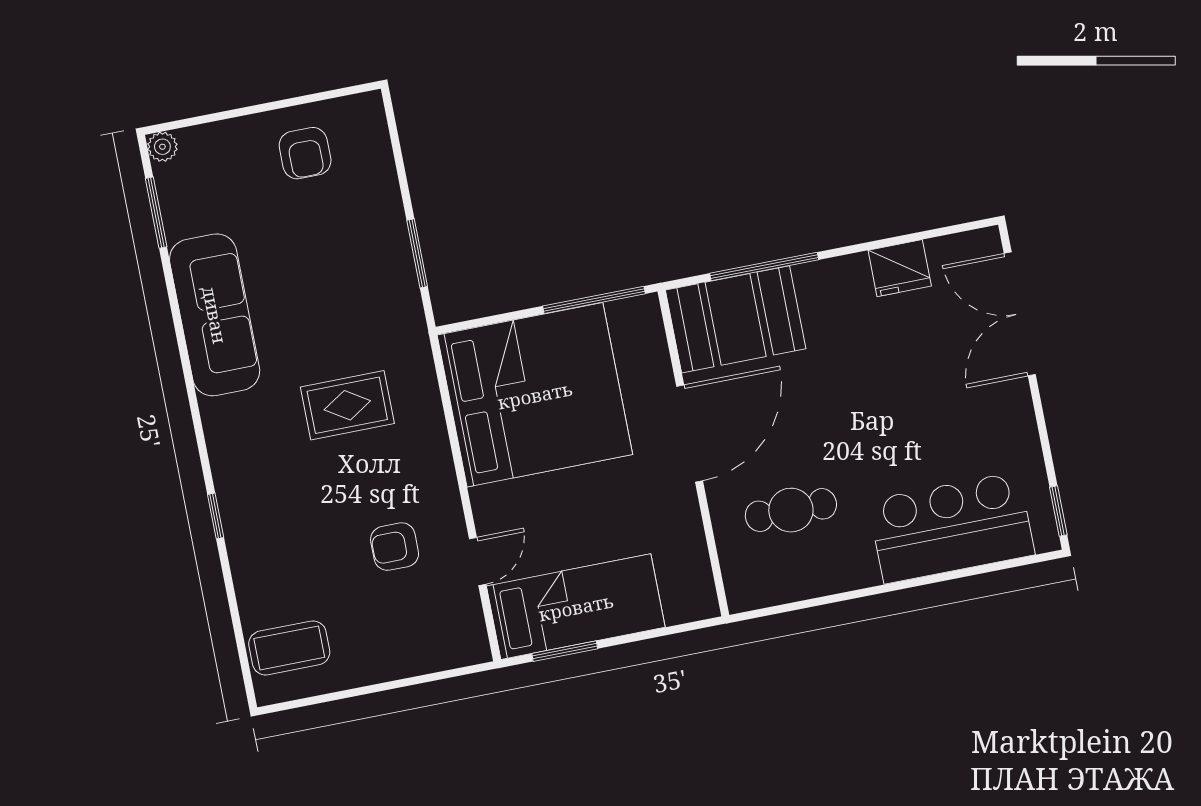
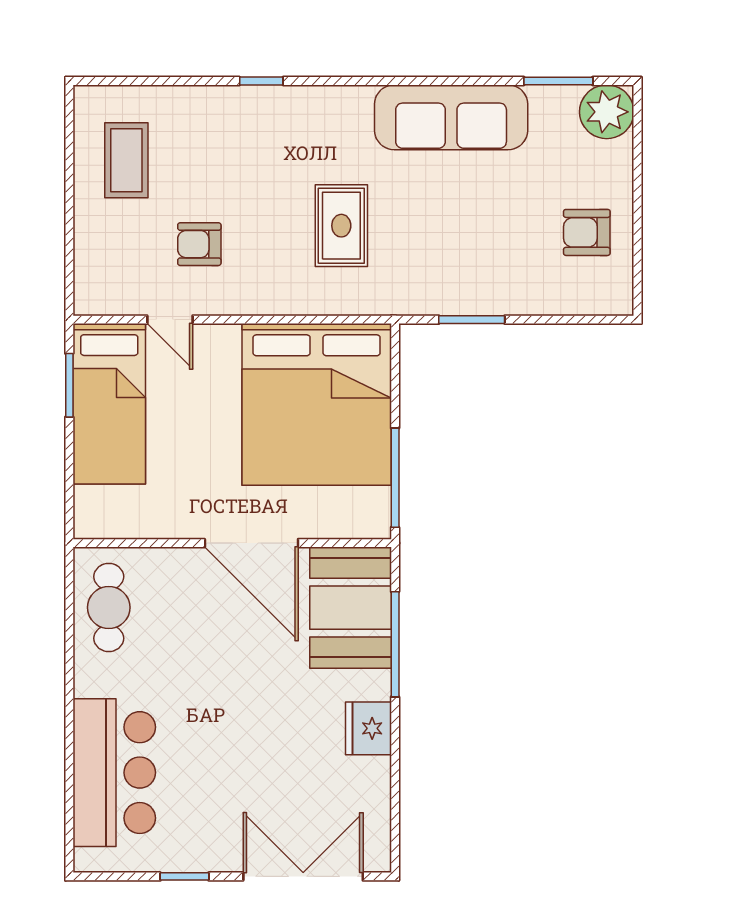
plant: (162, 147) -> (607, 112), width x1.88, depth x1.88
fridge: (900, 268) -> (368, 728), moved
cafe table: (791, 510) -> (109, 607), moved
window: (1058, 511) -> (184, 876), moved
armchair: (395, 547) -> (199, 244), turned -90
coffee table: (289, 648) -> (126, 160), moved

